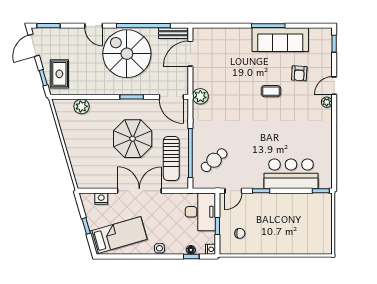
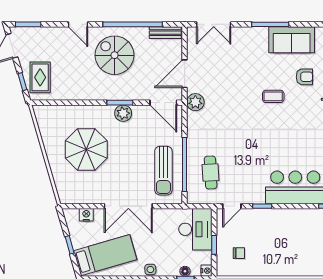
double door: (217, 26) -> (214, 24), added
sofa: (280, 40) -> (292, 40), width x0.73
spiral stairs: (127, 54) -> (115, 55), width x0.73, depth x0.73
door: (190, 54) -> (185, 74), moved
armchair: (299, 73) -> (304, 77), turned -93
plant: (81, 106) -> (123, 113), moved
parasol: (133, 139) -> (86, 149), moved
cafe table: (214, 160) -> (211, 172), turned -53
double door: (139, 191) -> (128, 206), swing flipped

